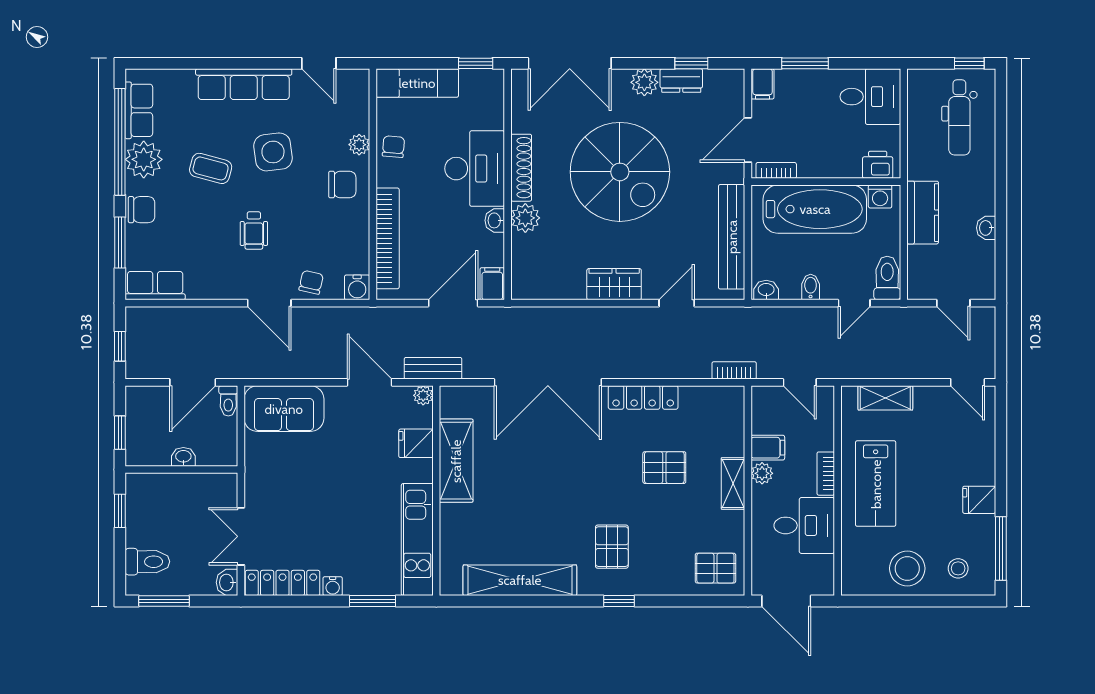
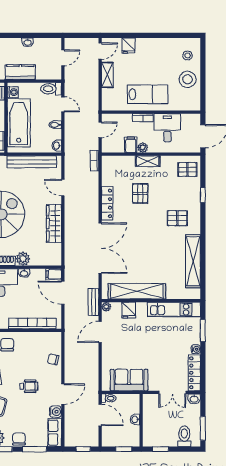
wardrobe: (614, 284) -> (54, 223), width x1.50
water cooler: (357, 287) -> (55, 412), moved
door: (269, 303) -> (63, 394), moved
shelving: (885, 398) -> (107, 75), moved
sofa: (284, 409) -> (129, 380), moved, turned -90
shelving: (456, 461) -> (137, 291), width x1.47
fridge: (979, 500) -> (129, 46), moved
window: (1001, 549) -> (178, 35), removed
pallet: (715, 568) -> (187, 169), turned 90
window: (619, 601) -> (203, 195), moved

